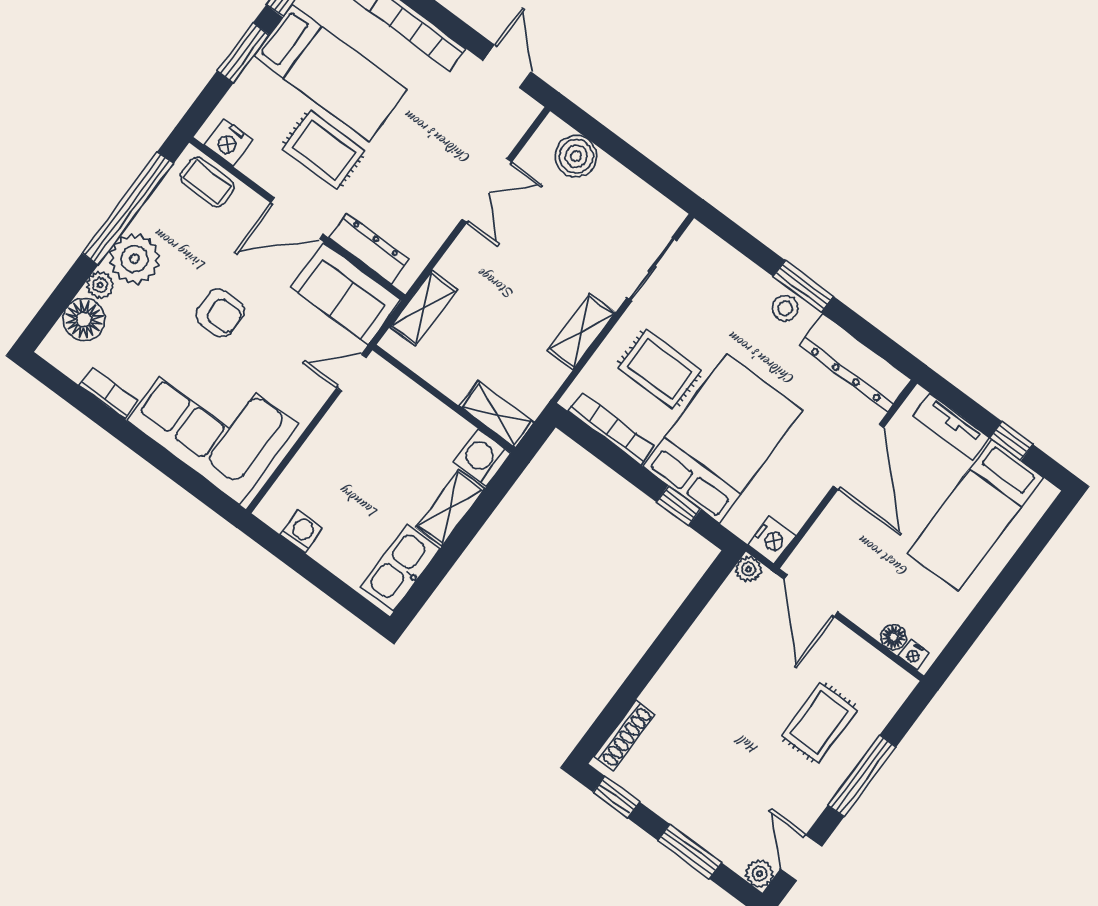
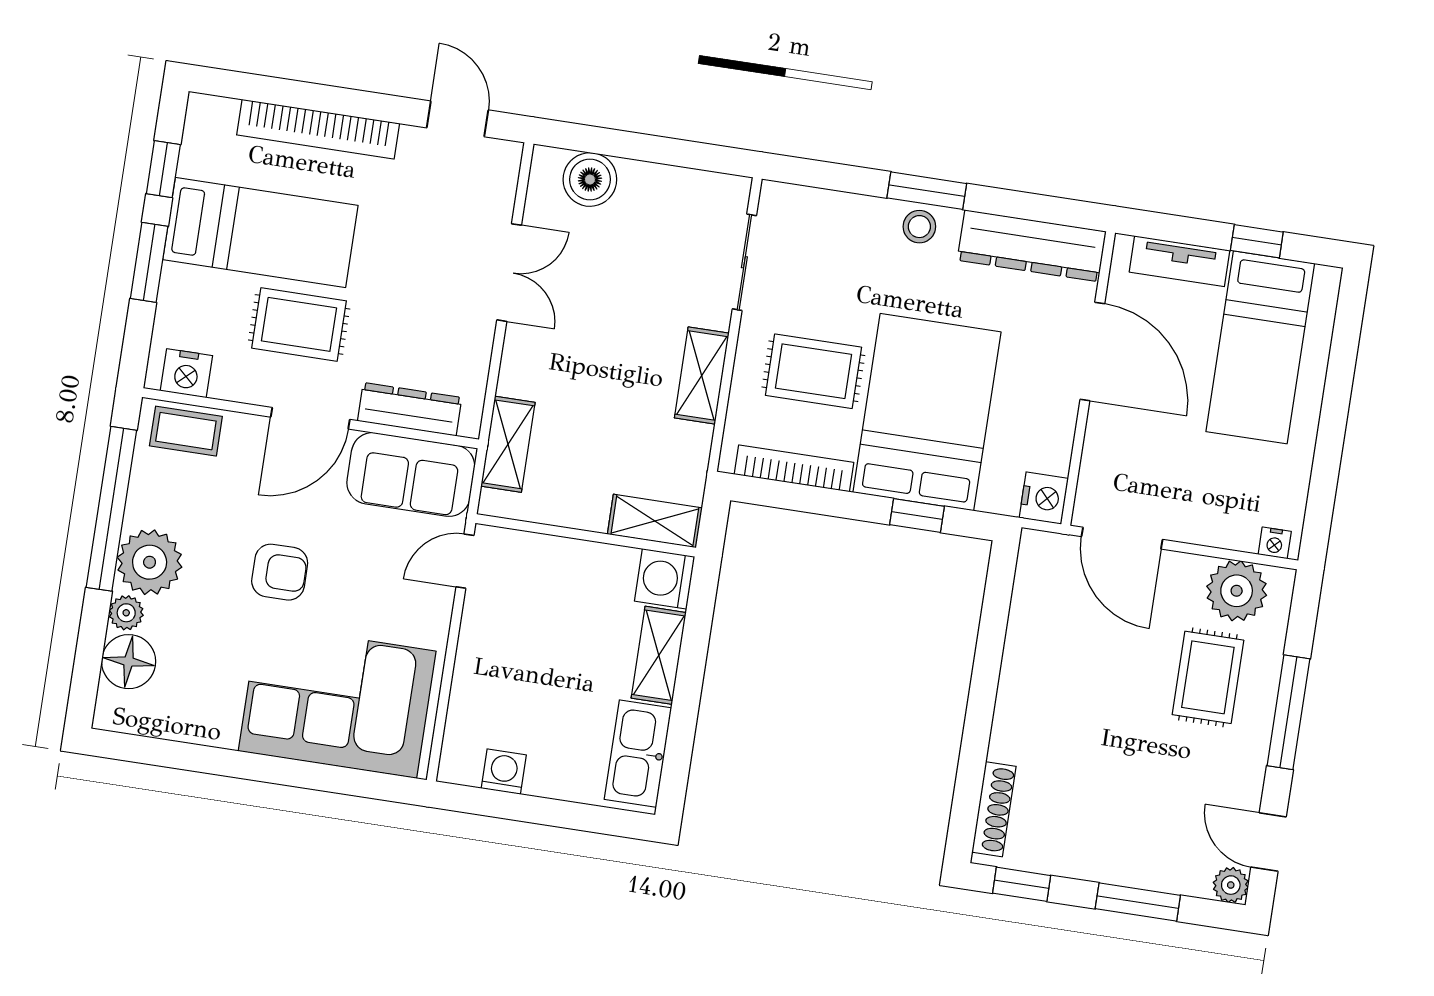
bookcase: (109, 393) -> (201, 731), removed
plant: (748, 569) -> (1237, 591), moved, width x1.88, depth x1.88
floor lamp: (894, 637) -> (1241, 535), removed

